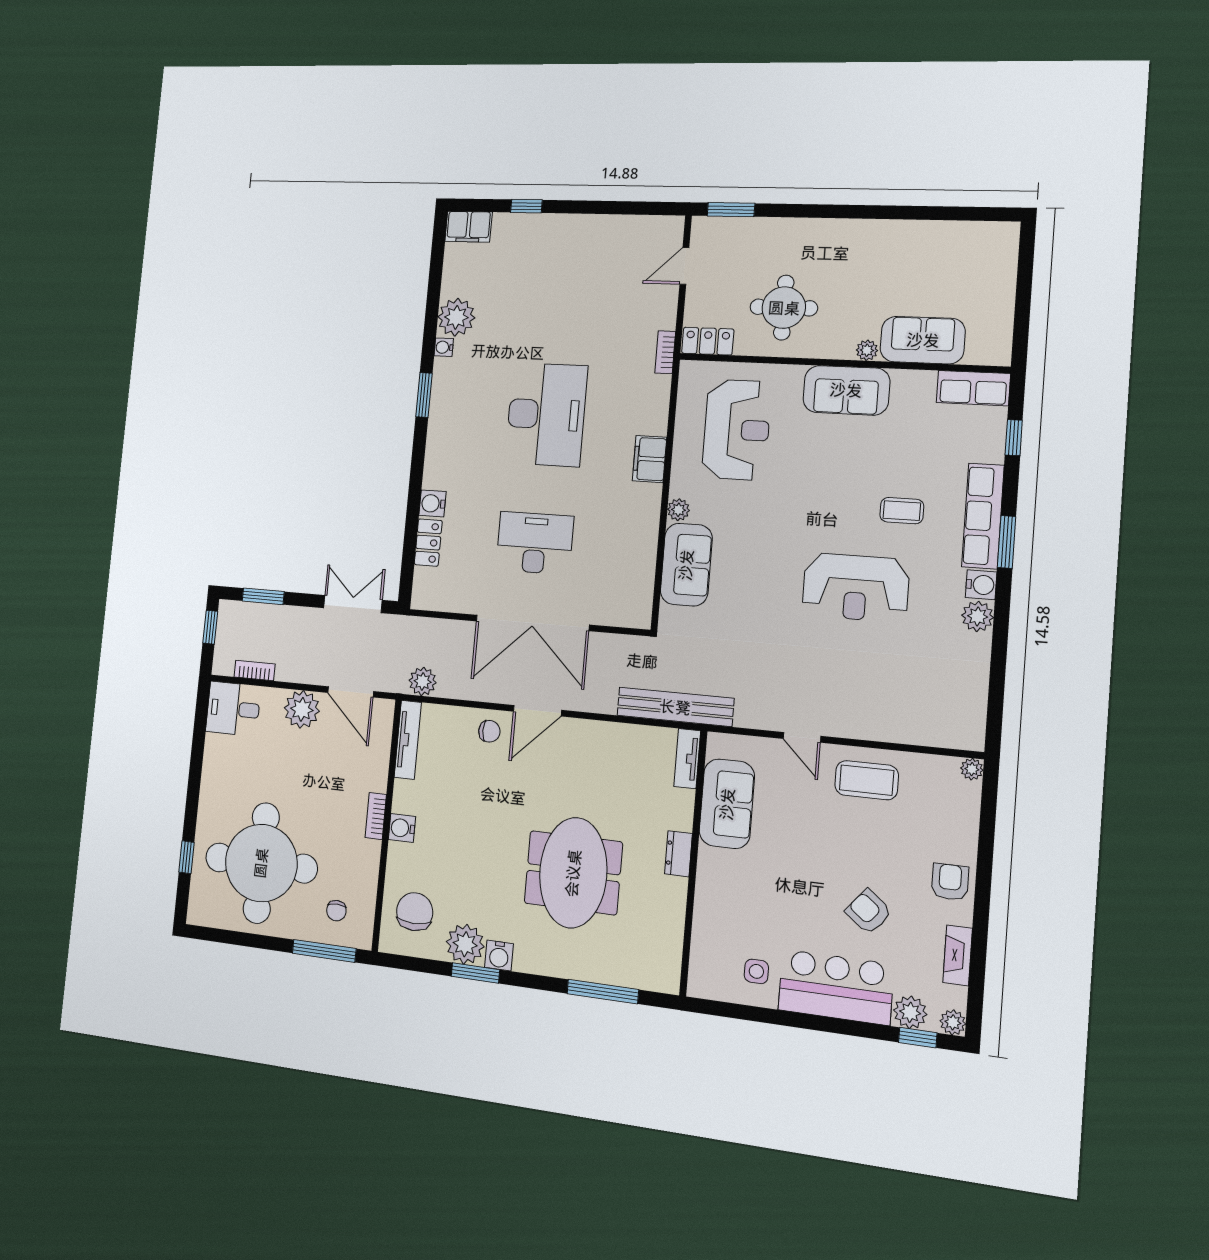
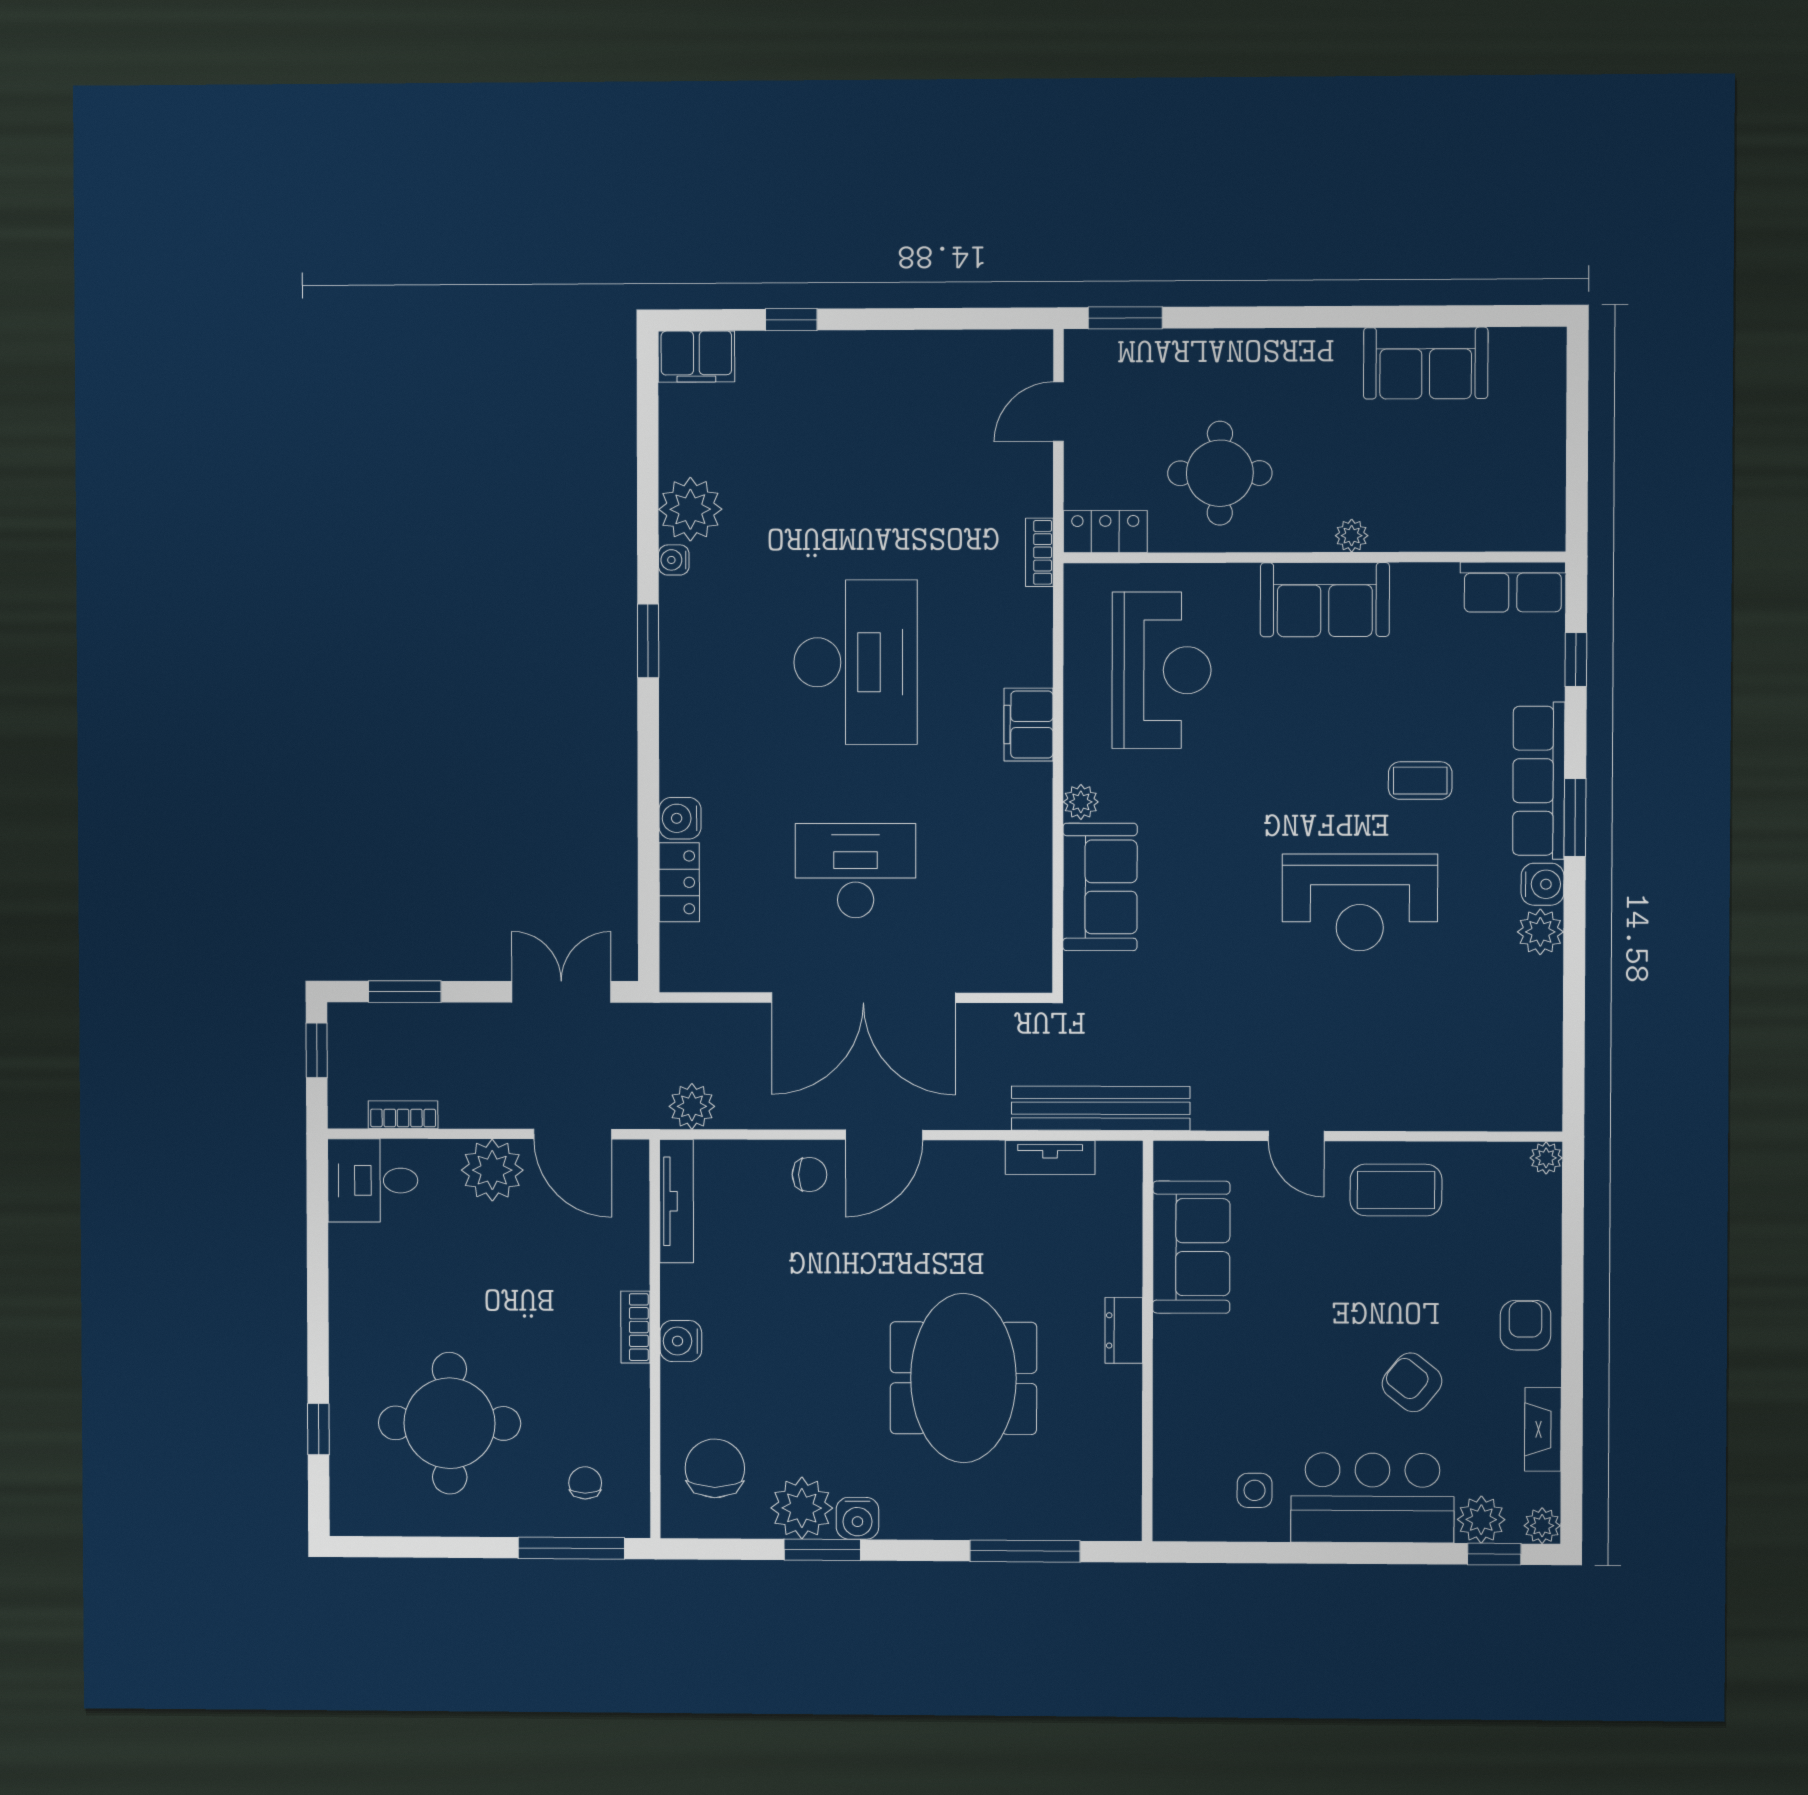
sofa: (923, 340) -> (1426, 363), moved, turned 180
tv unit: (687, 759) -> (1050, 1158), moved, turned -90
round table: (261, 863) -> (450, 1423), width x0.73, depth x0.73
chair: (336, 911) -> (585, 1483), turned 180

